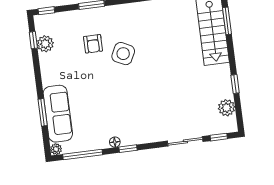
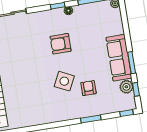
armchair: (126, 101) -> (61, 44), added
window: (43, 112) -> (132, 63), moved
sofa: (58, 114) -> (119, 58), moved

